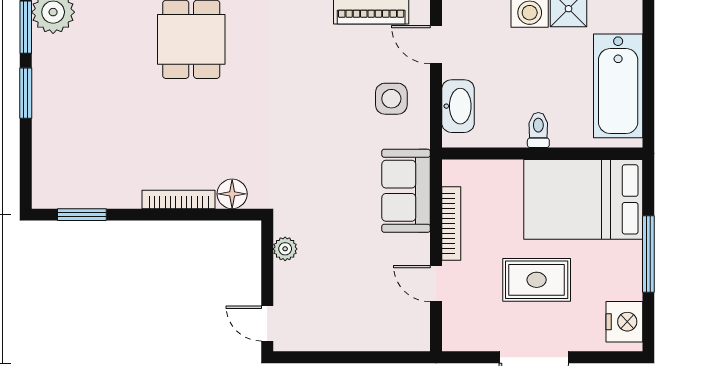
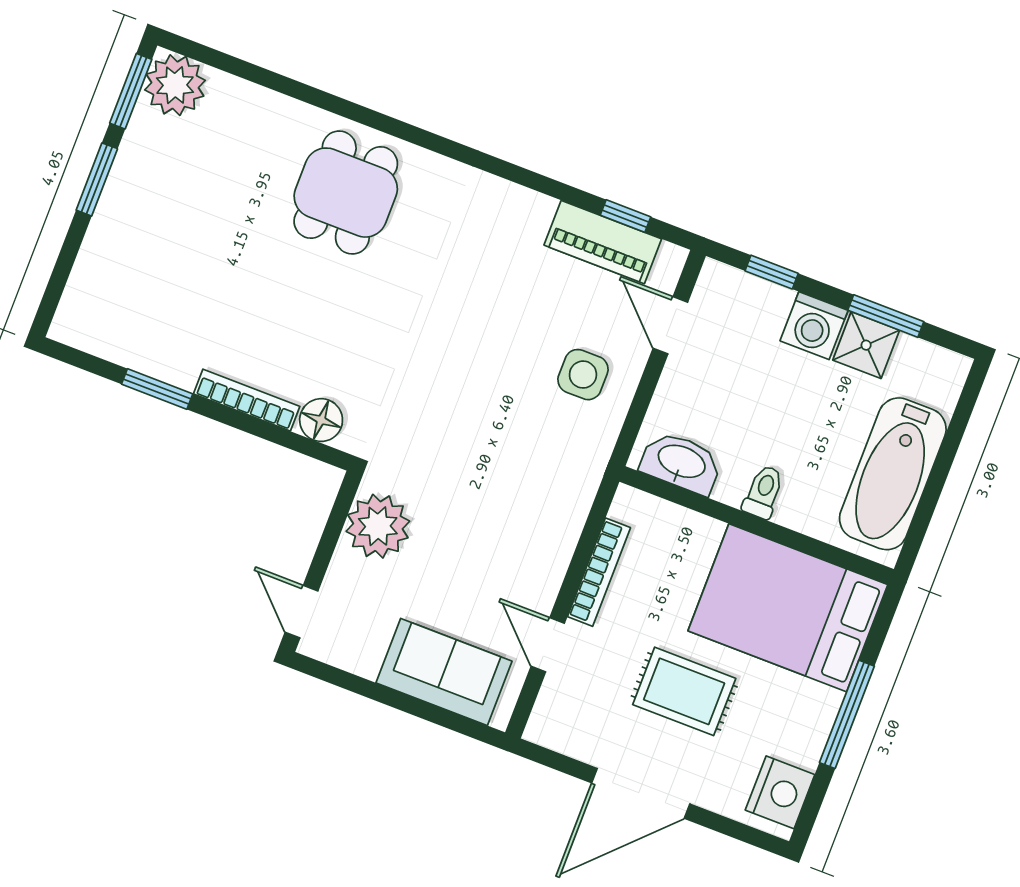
washbasin: (458, 106) -> (681, 463), moved, turned -90
sofa: (406, 191) -> (444, 672), moved, turned 90
window: (82, 215) -> (157, 389), moved
plant: (285, 249) -> (378, 526), width x1.87, depth x1.87

